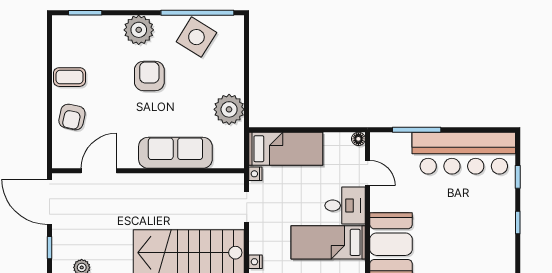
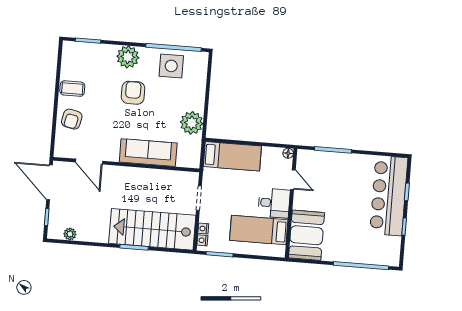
side table: (196, 37) -> (171, 66), turned -32
bar counter: (464, 153) -> (389, 196), moved, turned 90
door: (99, 171) -> (89, 162), swing flipped
nightstand: (255, 174) -> (203, 229), moved

